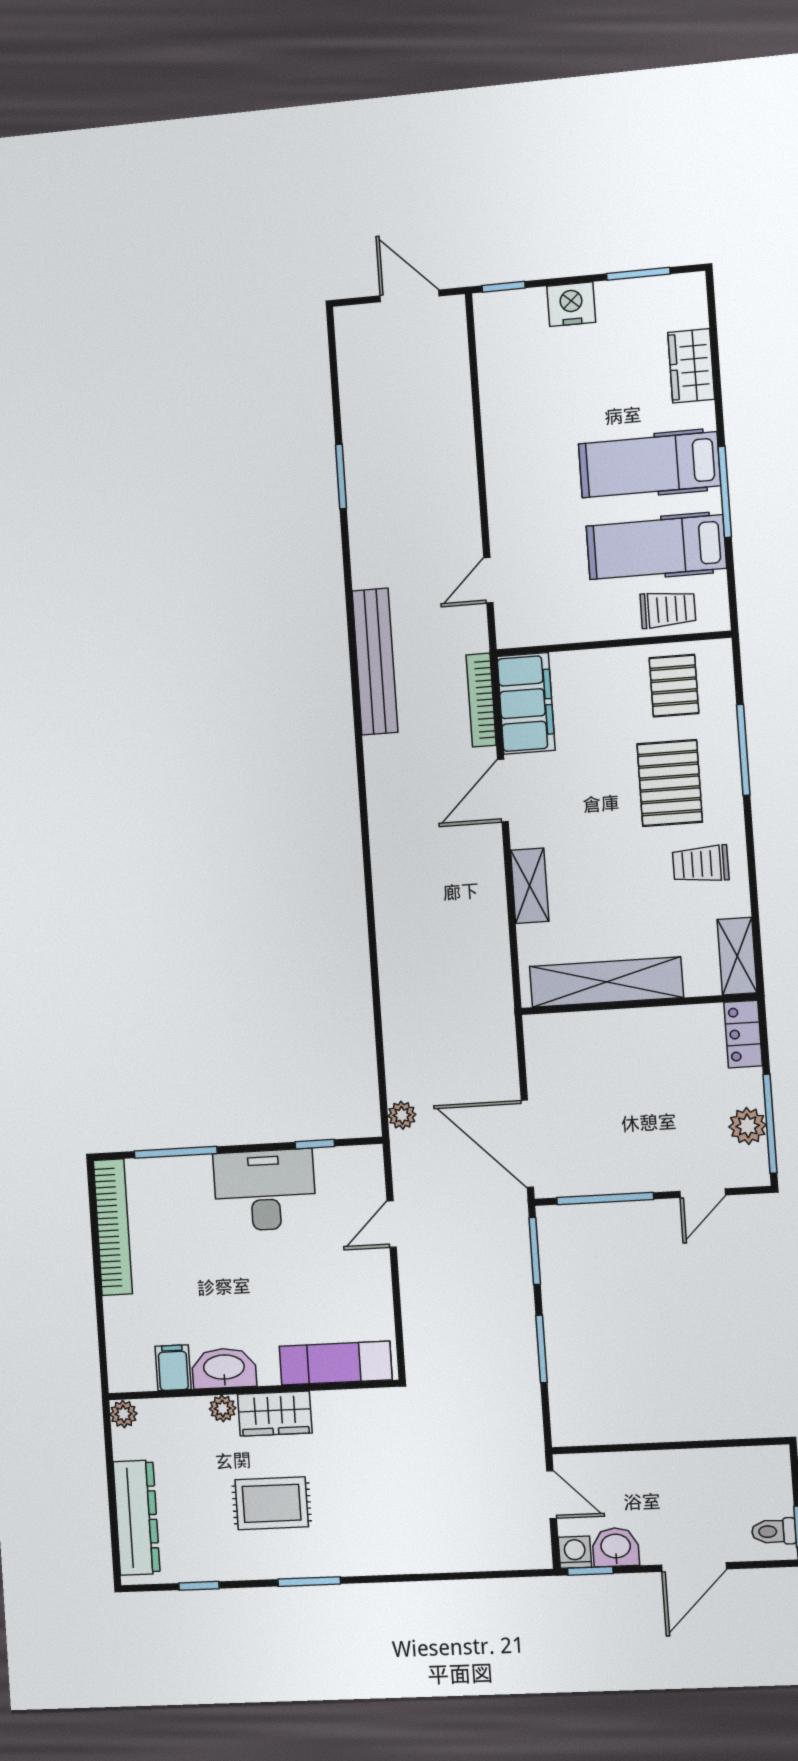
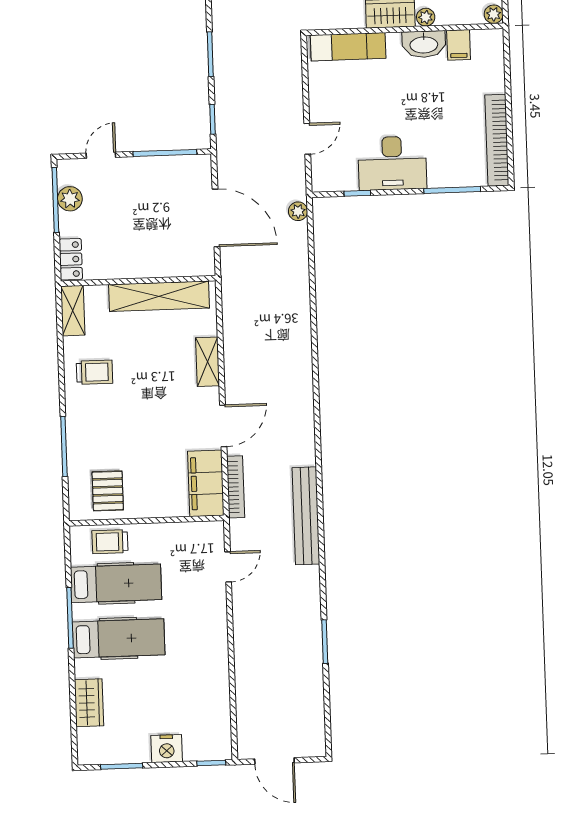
pallet: (670, 783) -> (113, 427), removed
door: (527, 1144) -> (216, 218), moved
window: (535, 1251) -> (212, 119), width x0.67

